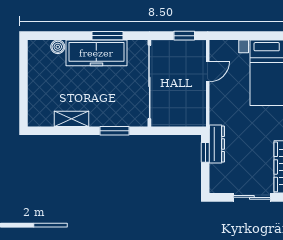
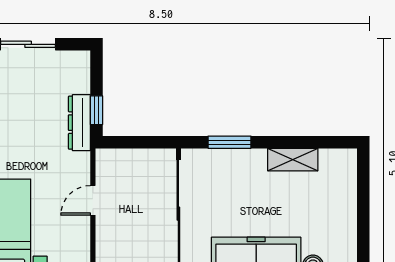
door: (208, 72) -> (93, 200), moved

